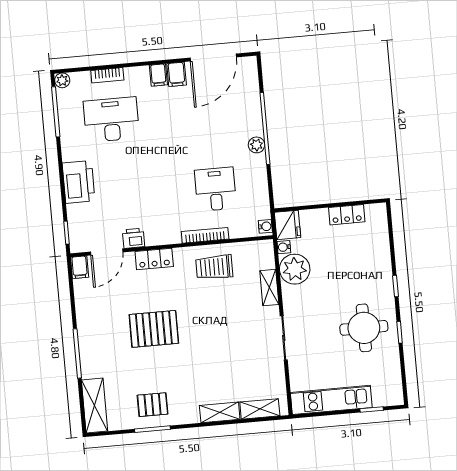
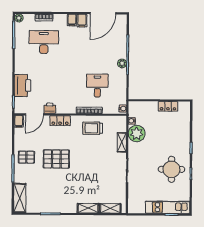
printer: (79, 182) -> (23, 85), moved
fridge: (288, 225) -> (135, 109), removed
kitchen unit: (331, 400) -> (168, 207), moved
pallet: (153, 405) -> (26, 157), moved

